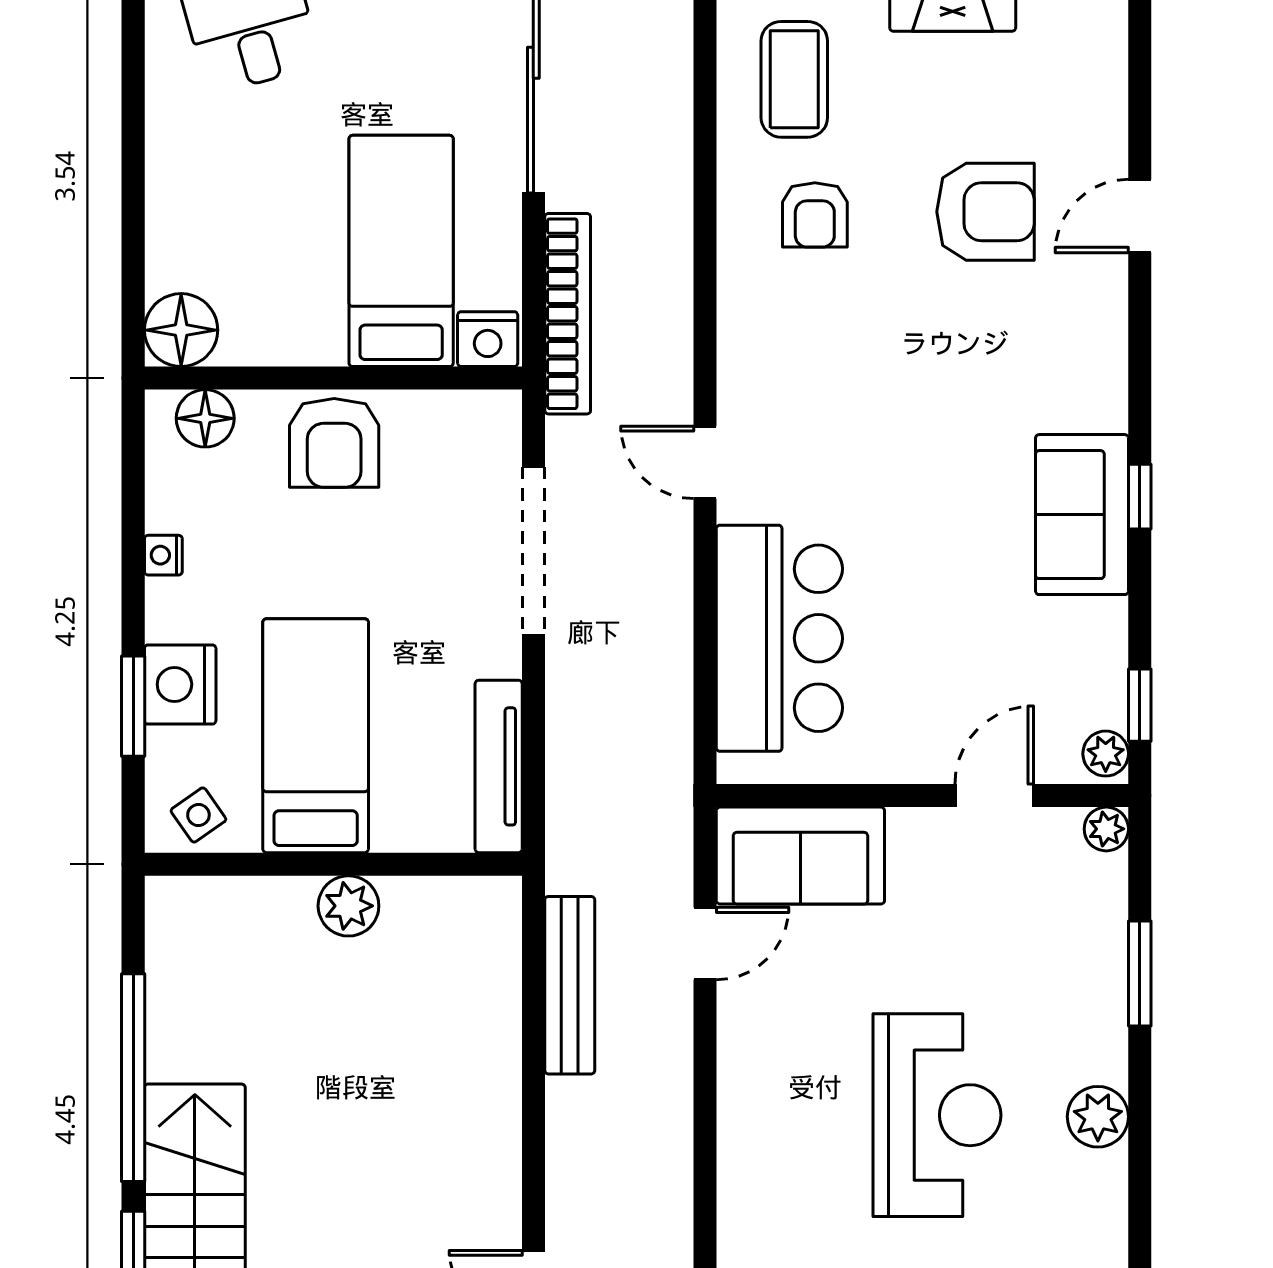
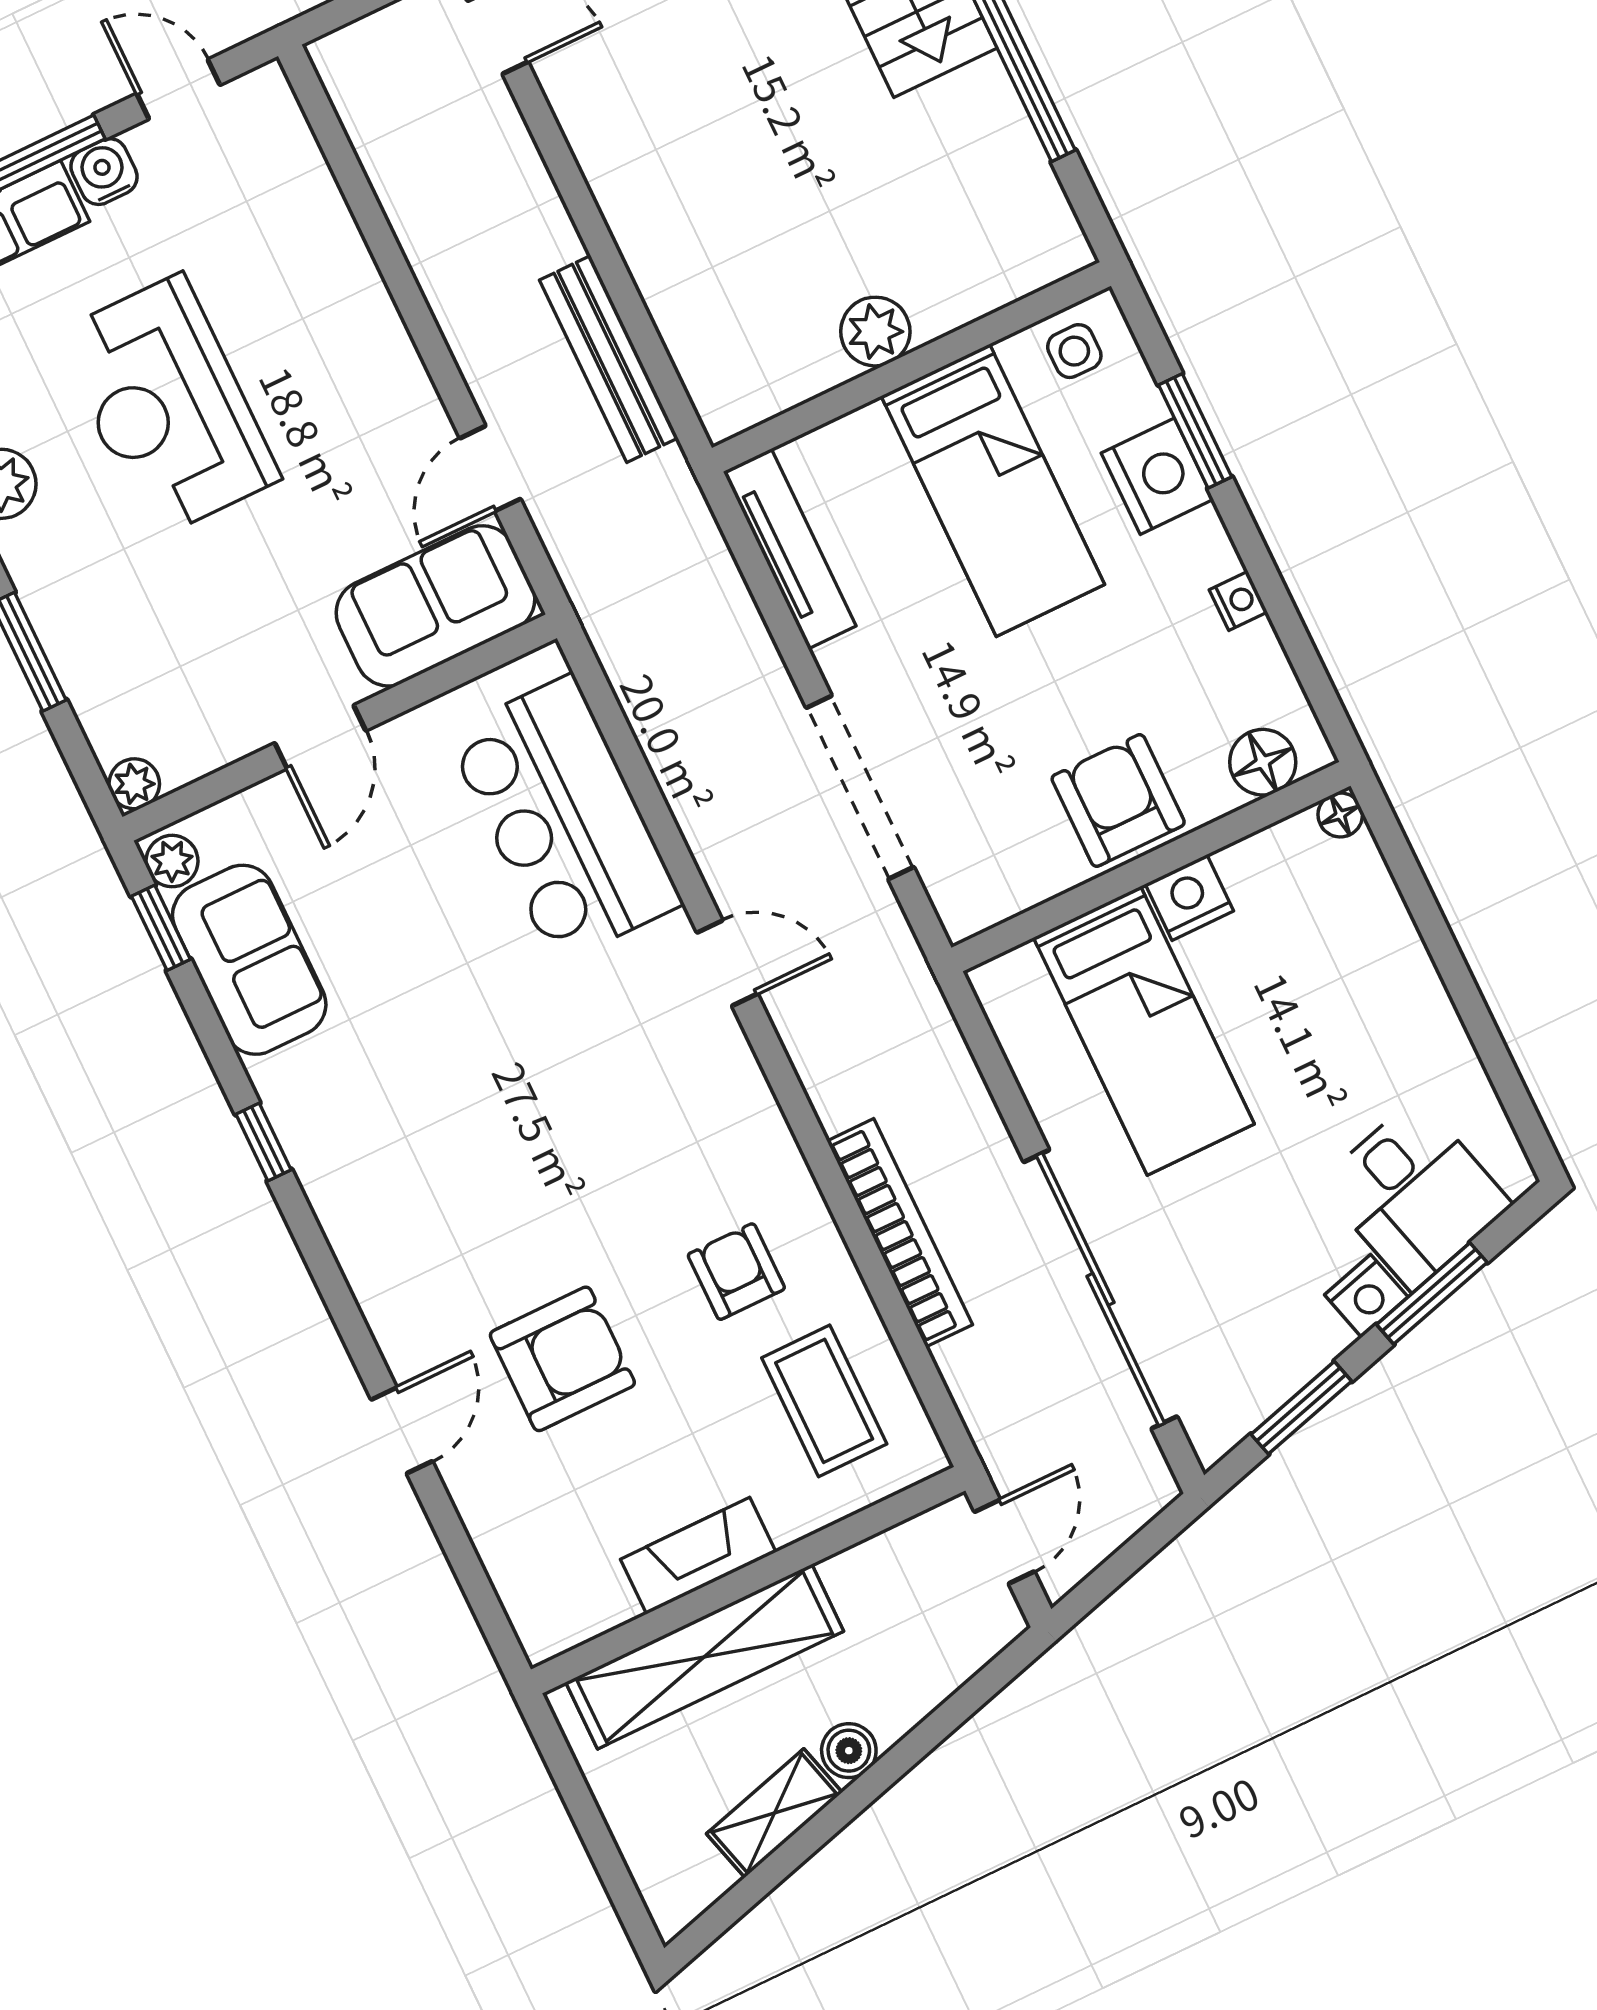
armchair: (986, 212) -> (562, 1359), turned 180
bookcase: (568, 314) -> (900, 1233), moved, turned 180
floor lamp: (181, 330) -> (1340, 815), width x0.53, depth x0.53
nightstand: (488, 339) -> (1189, 898), moved
sofa: (1082, 515) -> (249, 960), moved
door: (994, 796) -> (320, 737), moved
side table: (198, 815) -> (1074, 351), turned 35

